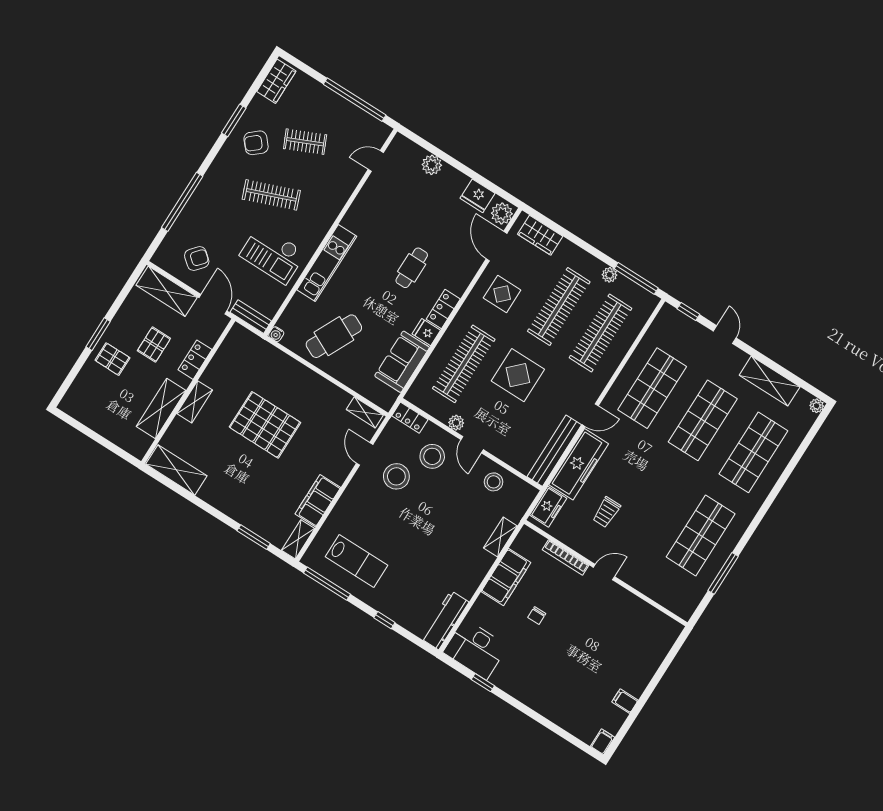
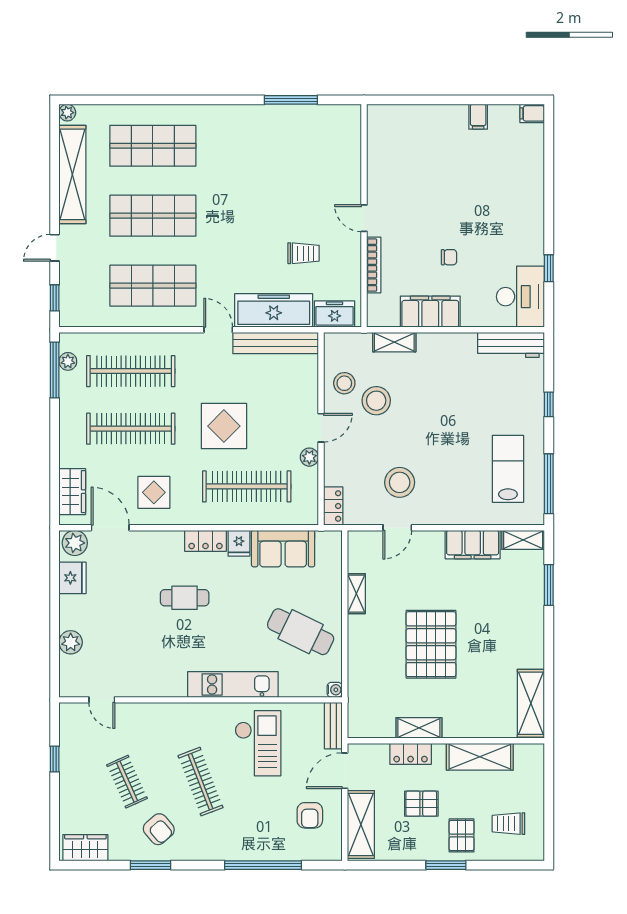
window: (355, 100) -> (55, 759), width x0.32
door: (497, 246) -> (110, 528), swing flipped
armchair: (197, 259) -> (310, 815), turned -130
plant: (610, 275) -> (68, 361), moved
shelving: (770, 381) -> (72, 174), width x1.47
trolley: (99, 398) -> (508, 824), added
shelving: (195, 402) -> (419, 728), moved
shelving: (365, 412) -> (356, 594), moved
stool: (432, 456) -> (376, 401), moved
shop shelf: (701, 535) -> (268, 146), removed

